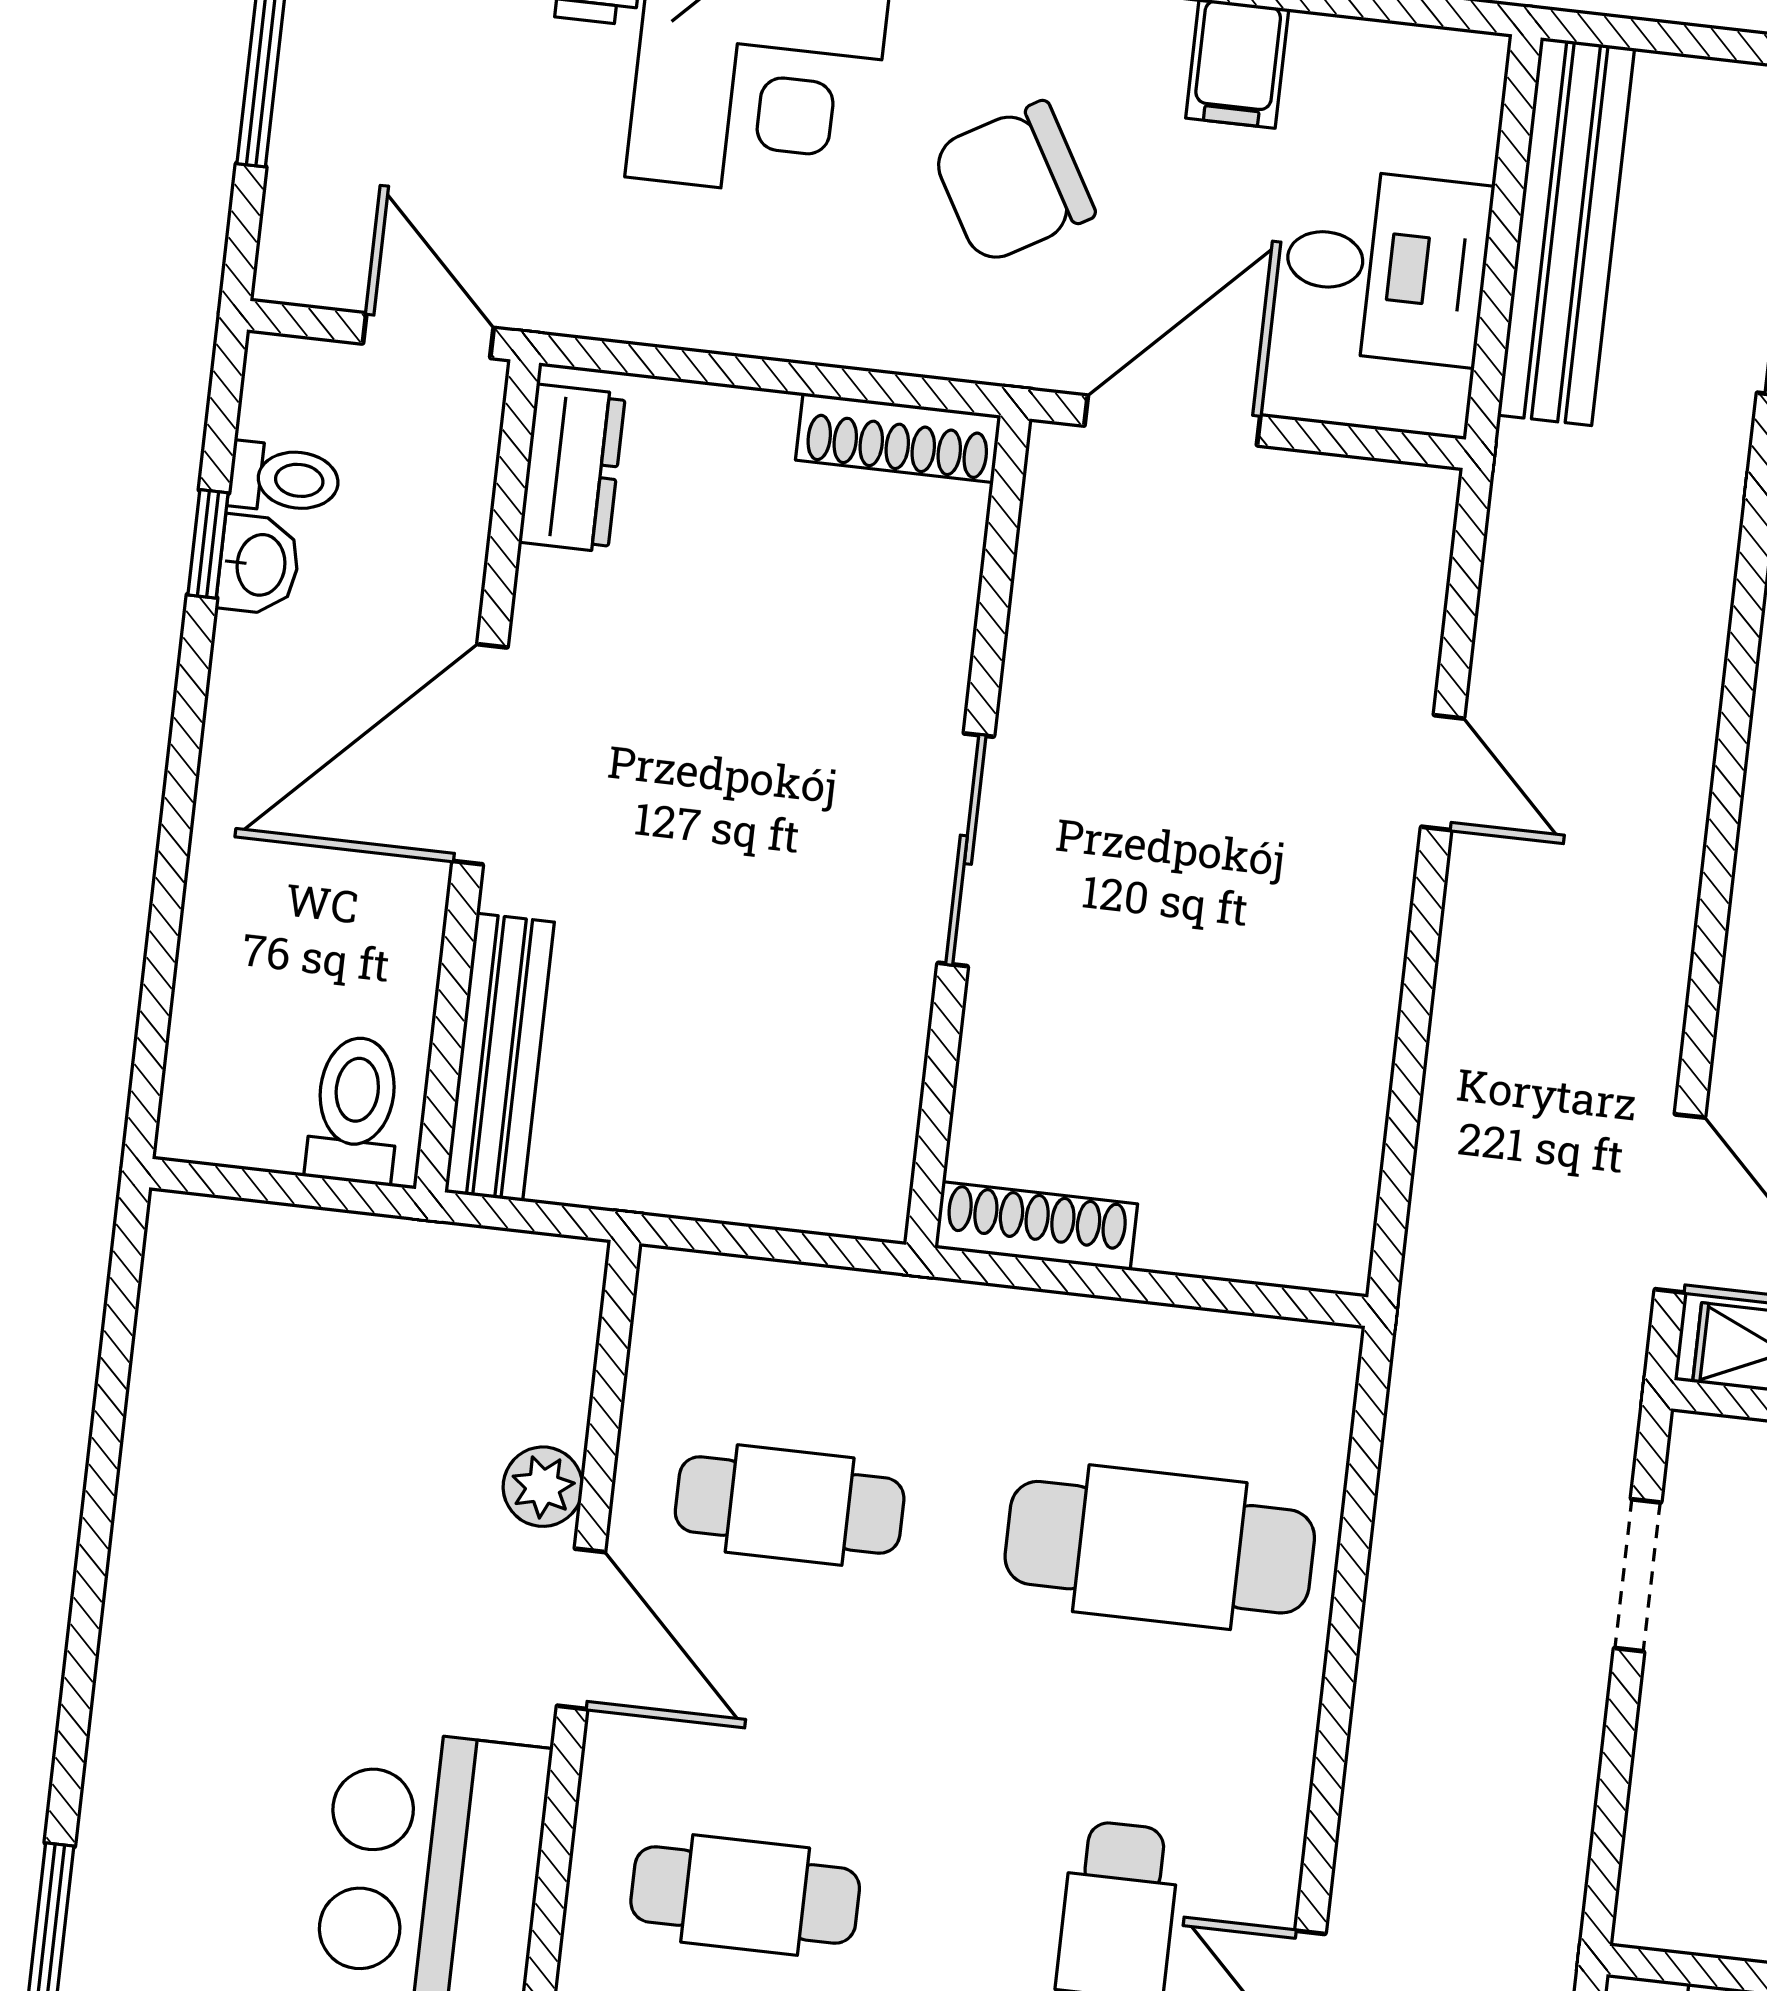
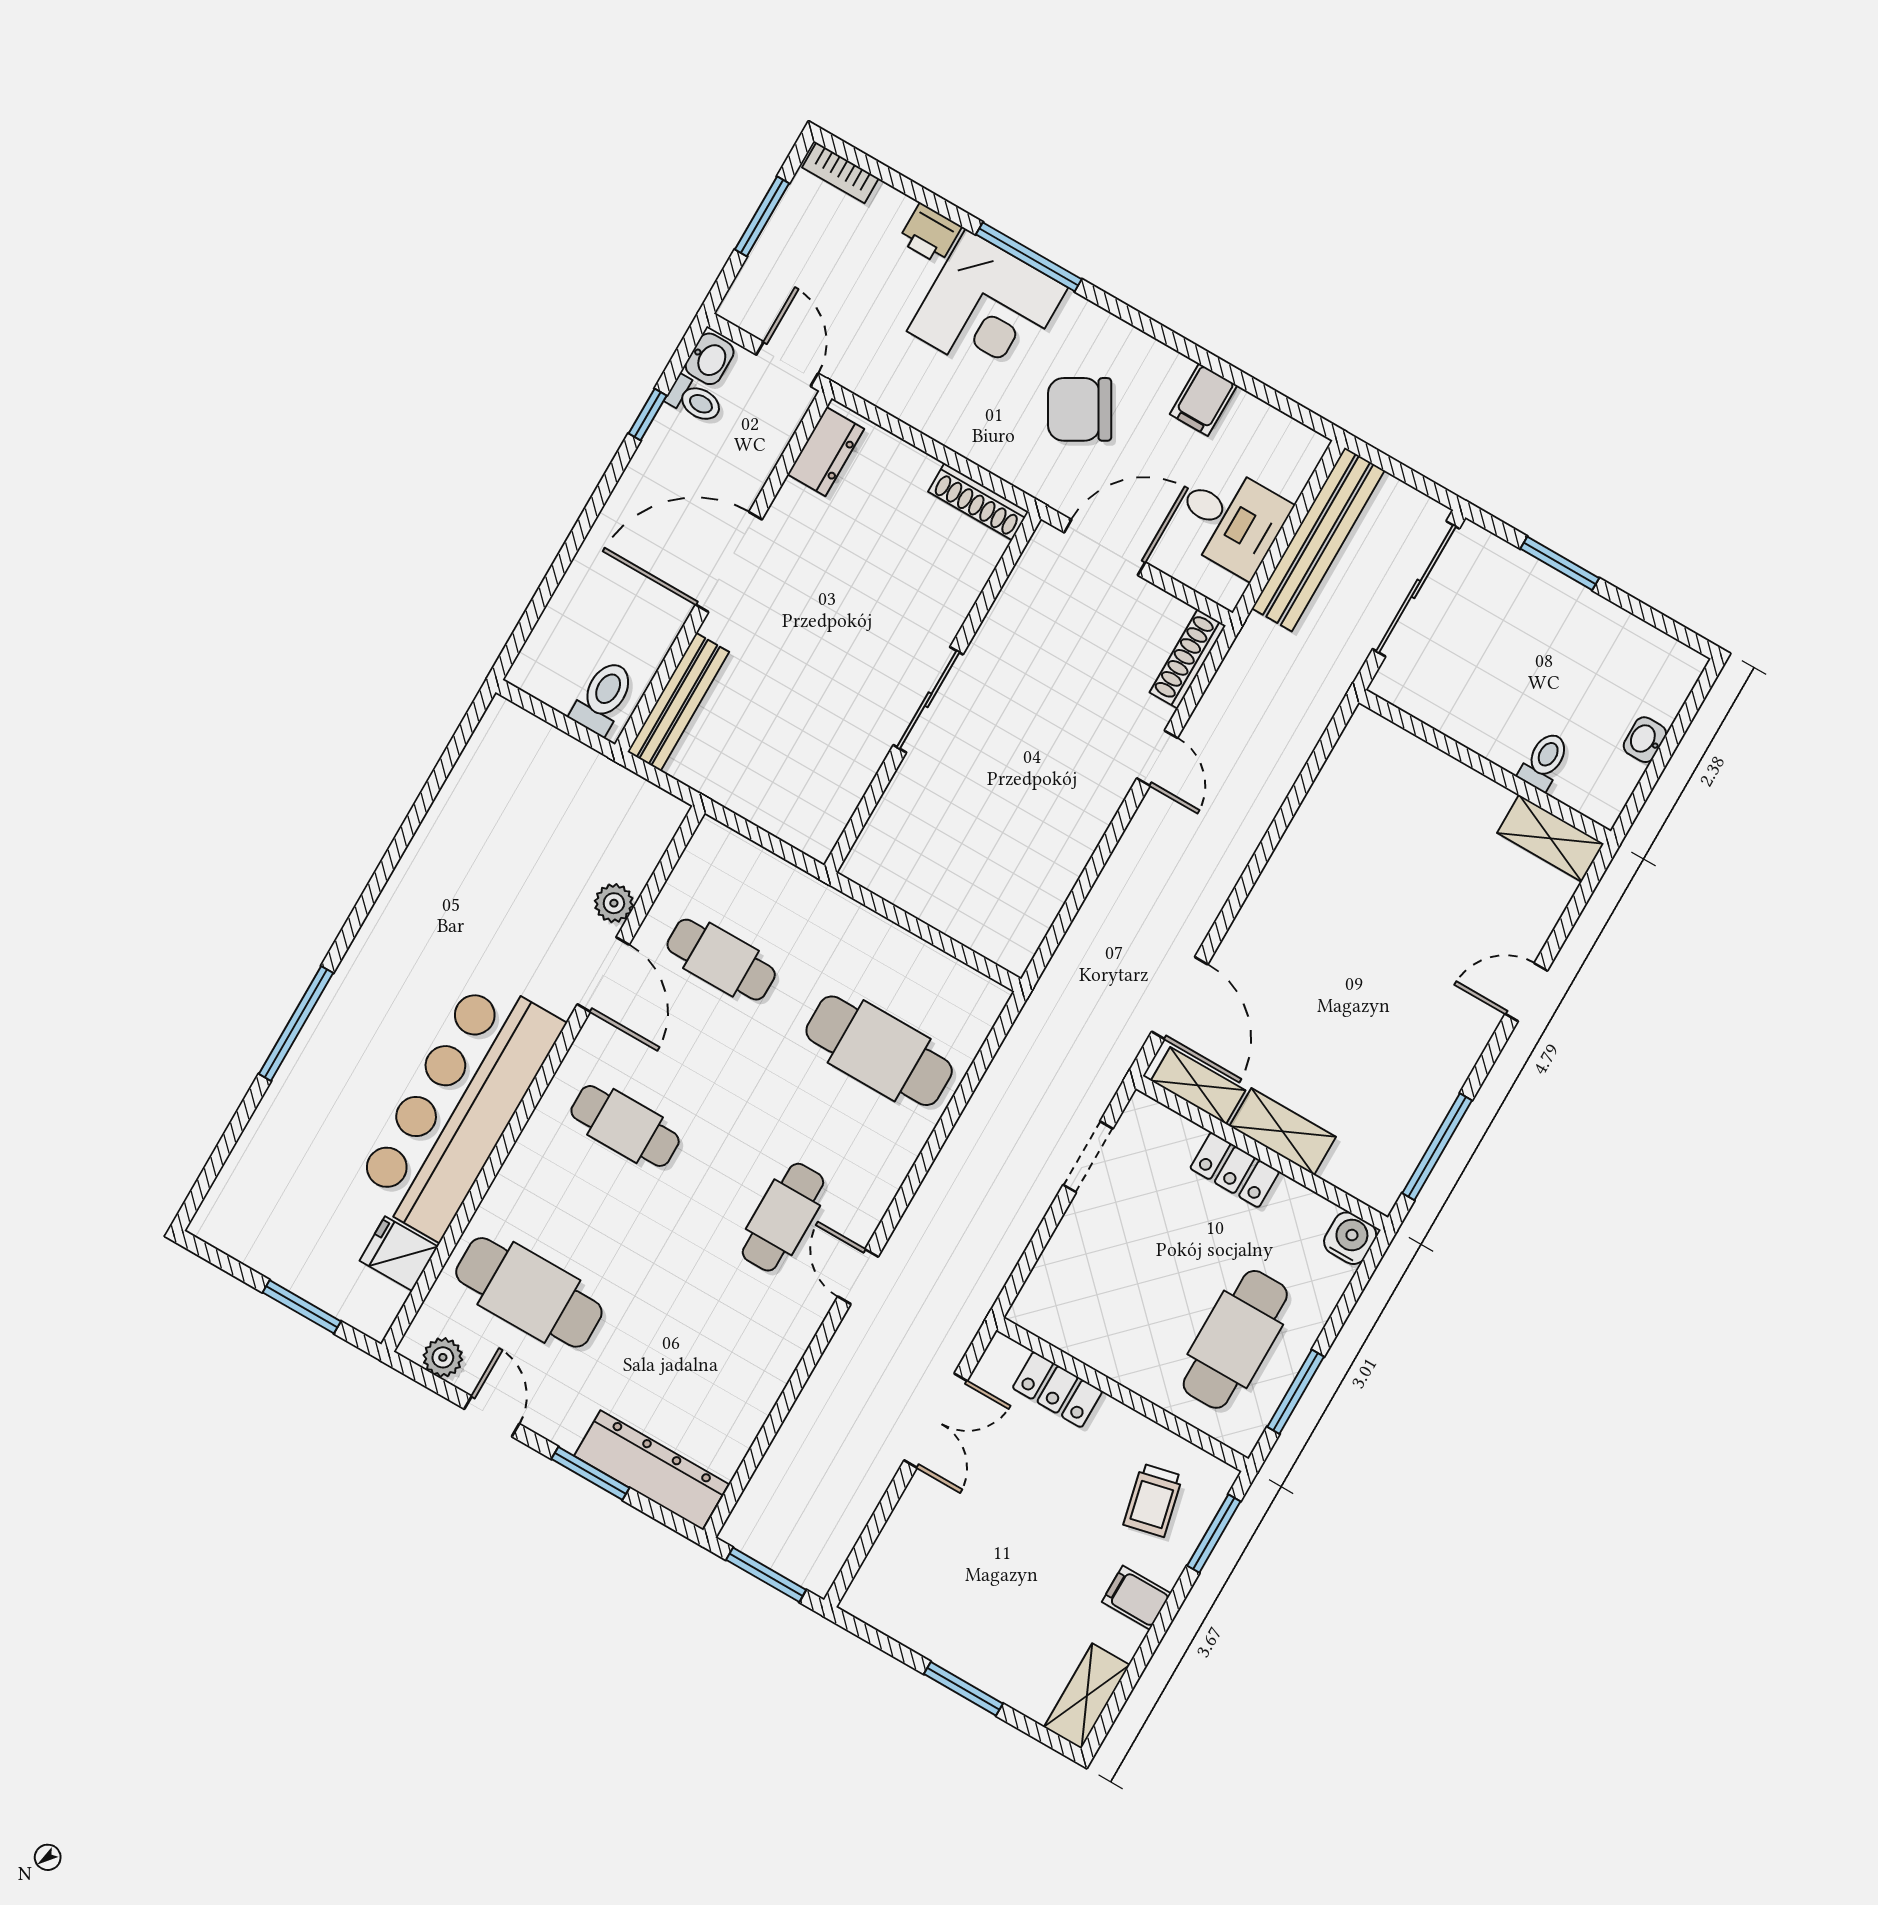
washbasin: (259, 565) -> (710, 359), moved
shoe rack: (1036, 1226) -> (1188, 659), moved, turned -90

